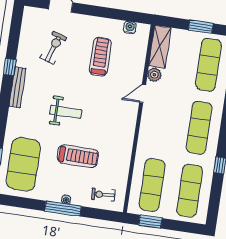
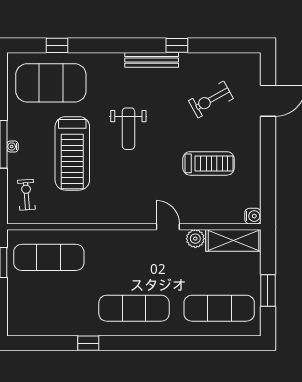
water cooler: (130, 27) -> (253, 216), moved
exercise bike: (53, 48) -> (211, 100), turned 133
treadmill: (78, 156) -> (72, 153), width x1.37, depth x1.38
exercise mat: (190, 191) -> (49, 308), removed

